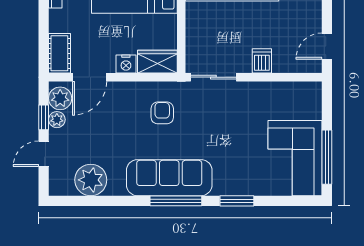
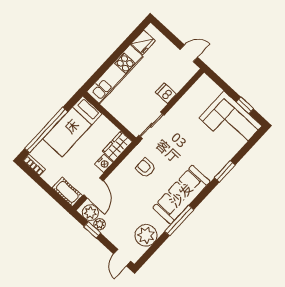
door: (327, 46) -> (189, 53), swing flipped
door: (44, 154) -> (122, 258), moved
window: (327, 157) -> (245, 105), width x0.46
window: (176, 201) -> (179, 221), moved

